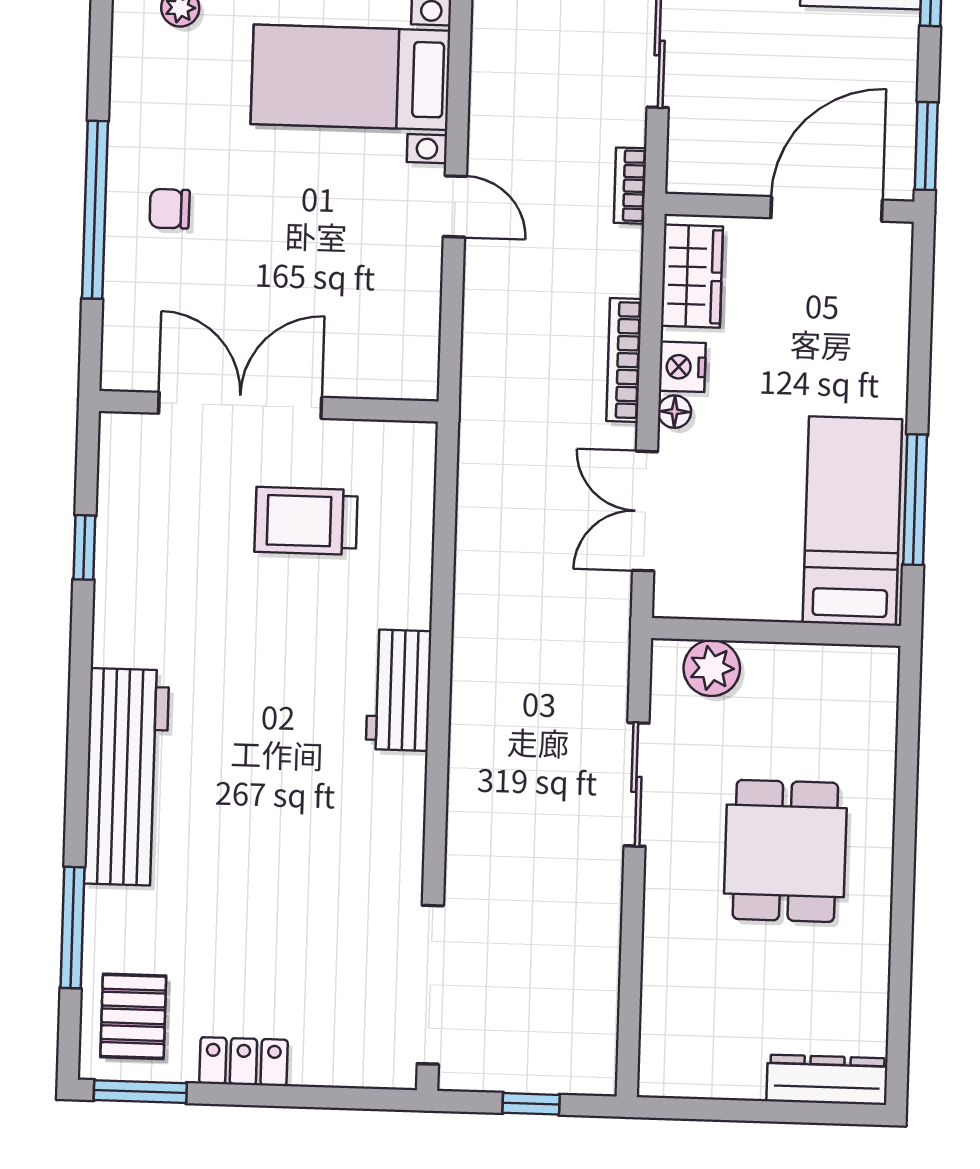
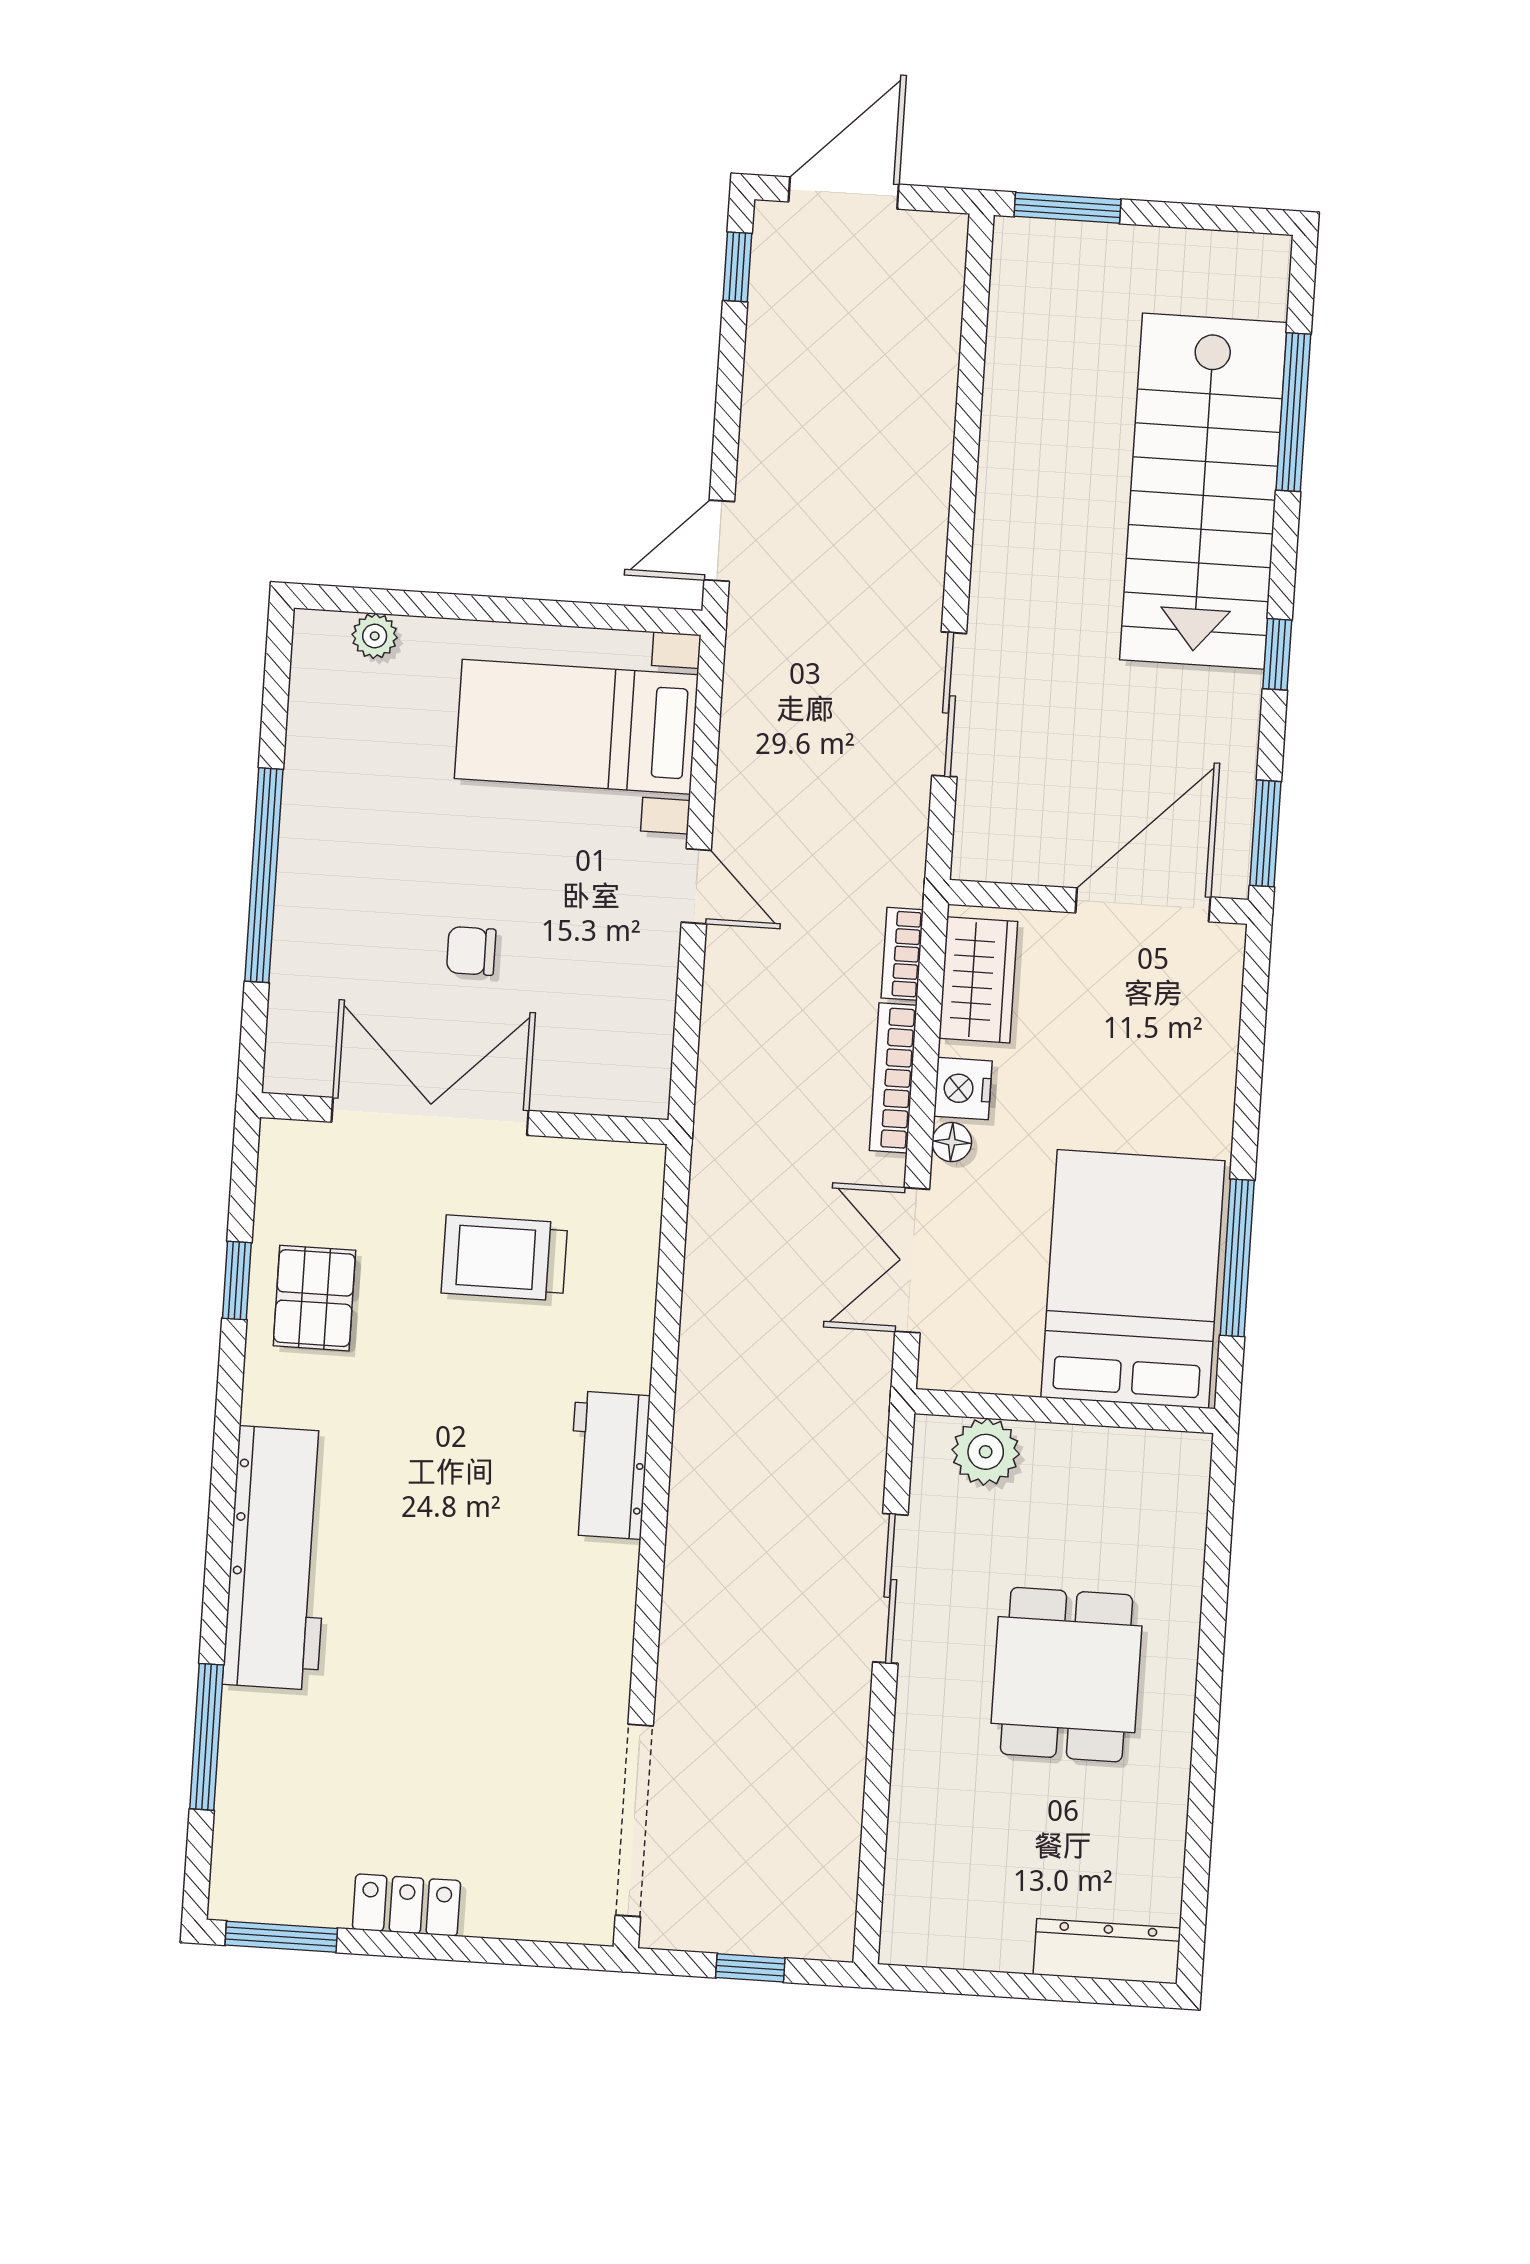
bookcase: (630, 186) -> (902, 954), moved
chair: (170, 209) -> (471, 951), moved
bed: (852, 521) -> (1133, 1279), width x1.50
pallet: (133, 1016) -> (314, 1298), moved

